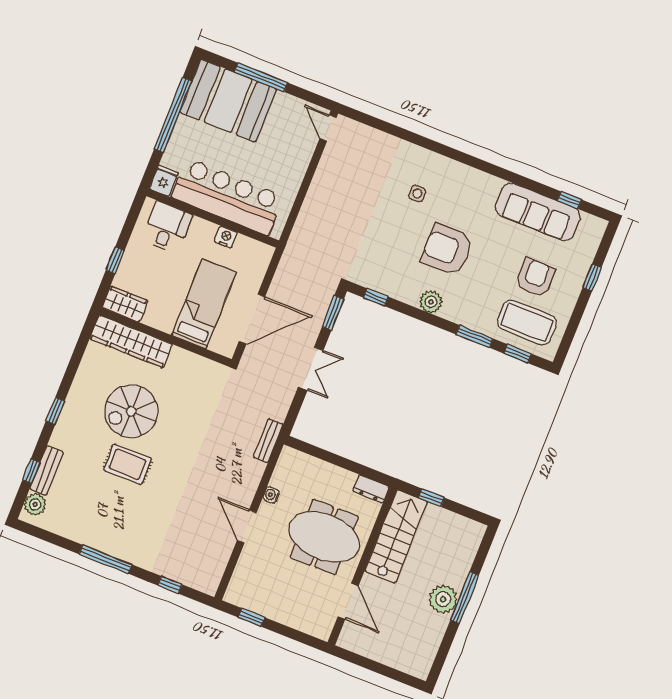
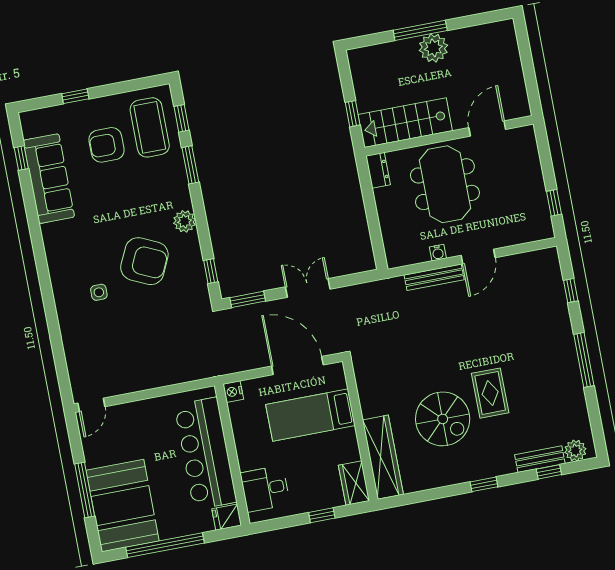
nightstand: (226, 237) -> (233, 392), moved
armchair: (447, 250) -> (144, 261), moved, turned -65
bench: (268, 441) -> (434, 277), moved, width x1.36

